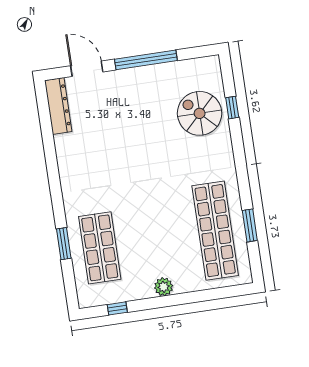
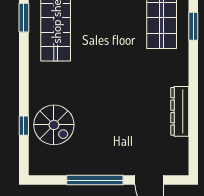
dresser: (58, 106) -> (180, 111), moved

